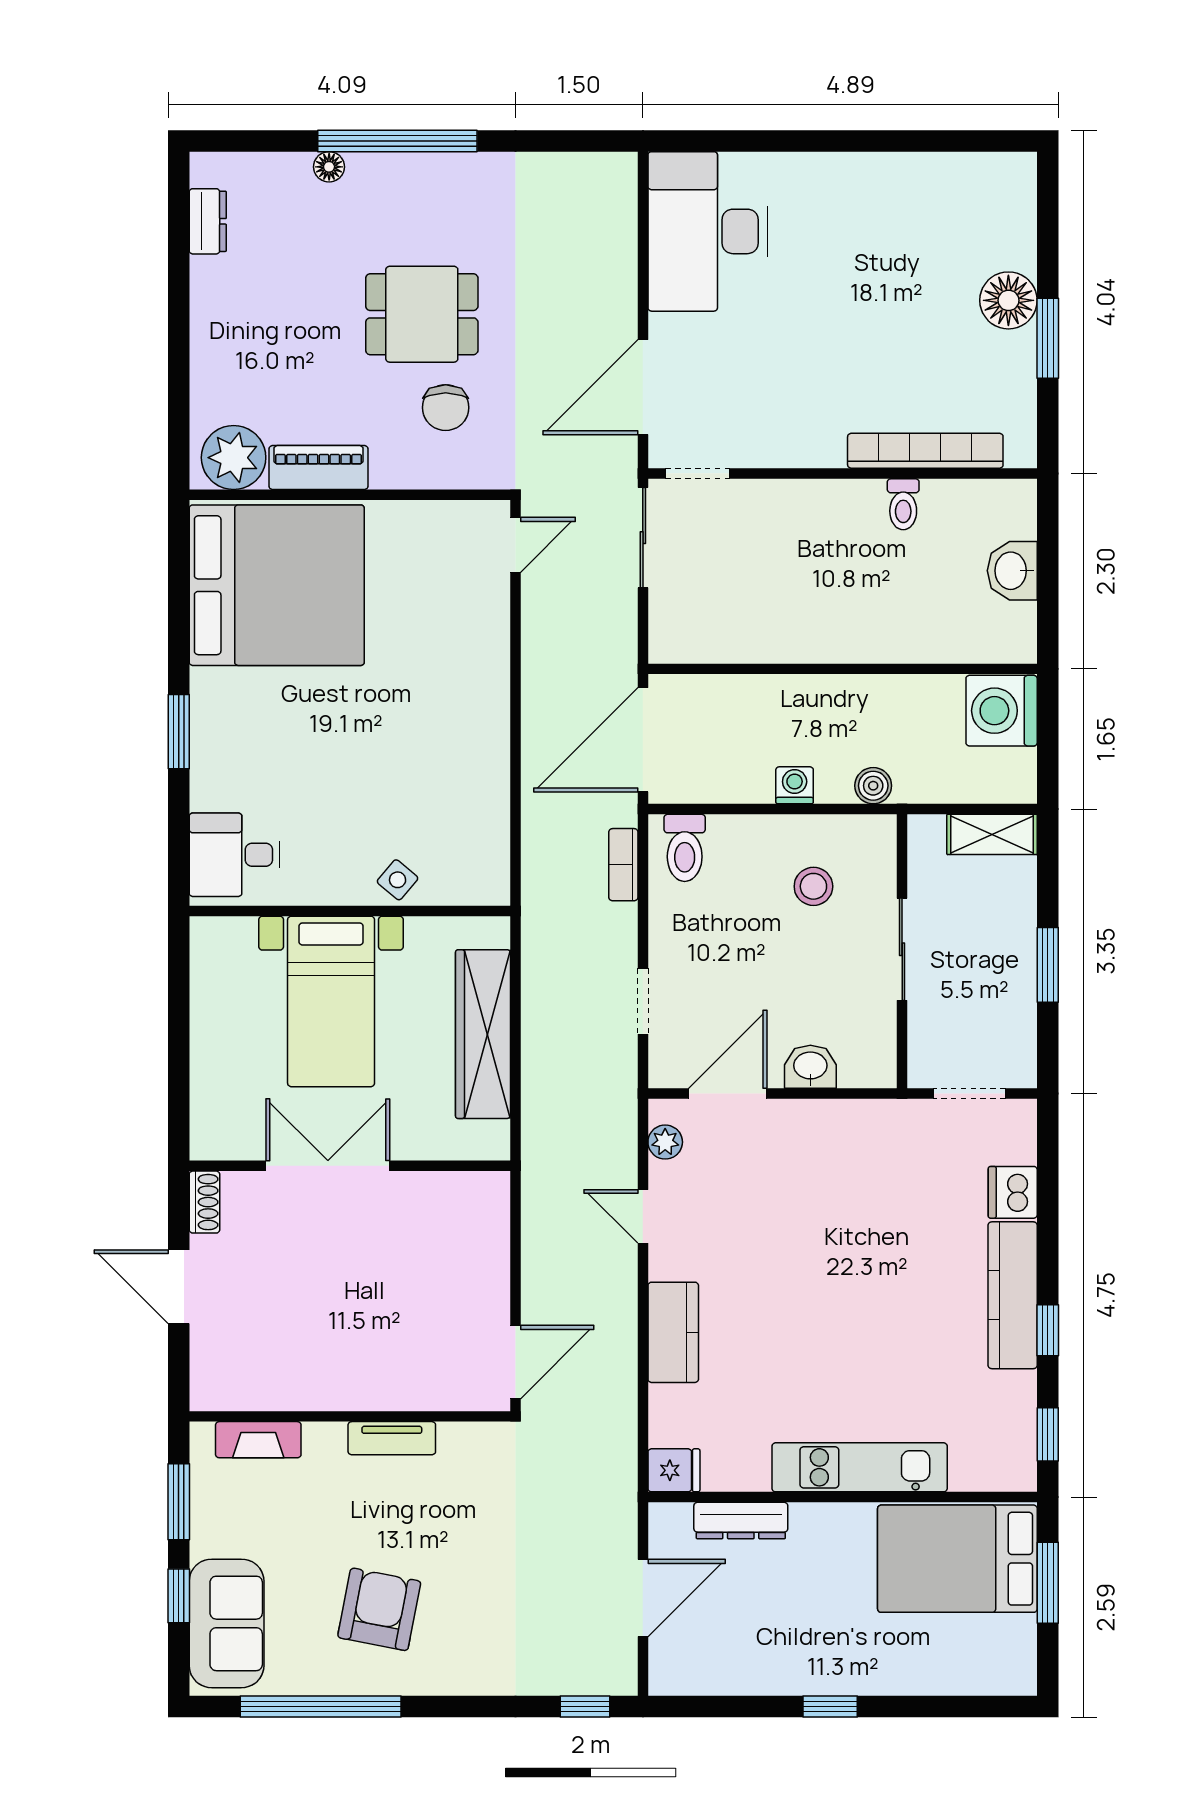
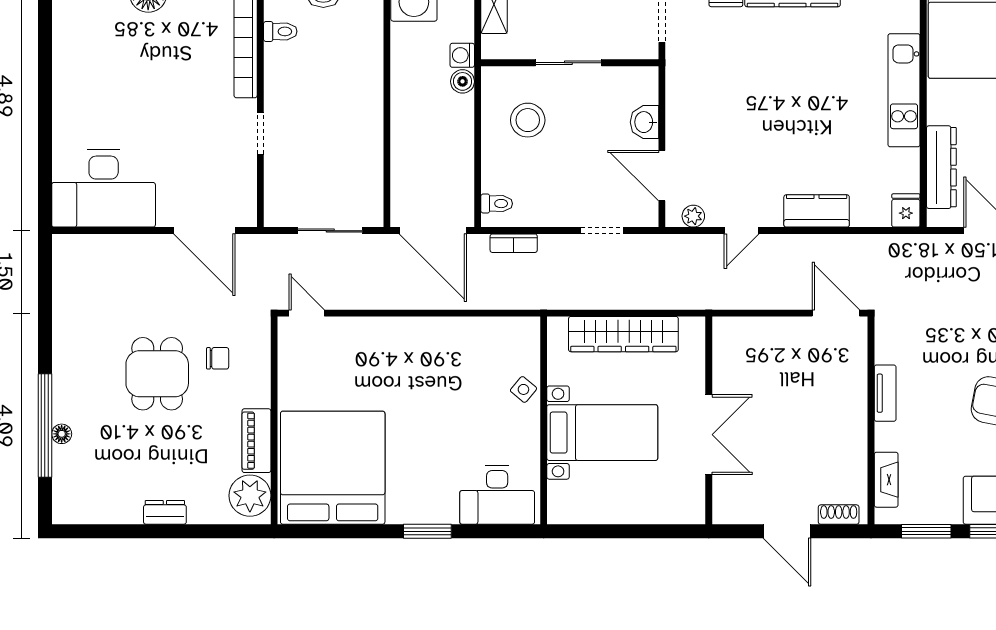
window: (397, 141) -> (45, 426), moved
dresser: (208, 221) -> (165, 512), moved
chair: (446, 408) -> (218, 358), width x0.73, depth x0.73
doorway: (697, 473) -> (260, 133), moved
toilet: (903, 504) -> (280, 31), moved
sliding door: (643, 538) -> (330, 231), moved
washing machine: (795, 785) -> (462, 55), moved
toilet: (685, 848) -> (497, 204), width x0.73, depth x0.72
desk: (234, 855) -> (497, 495), width x1.37
stool: (813, 886) -> (528, 120), width x1.38, depth x1.38
double door: (328, 1166) -> (709, 435), swing flipped
shoe rack: (204, 1202) -> (839, 515), moved
door: (179, 1287) -> (787, 531), hinge flipped
dresser: (741, 1521) -> (941, 167), width x1.37, depth x1.24

